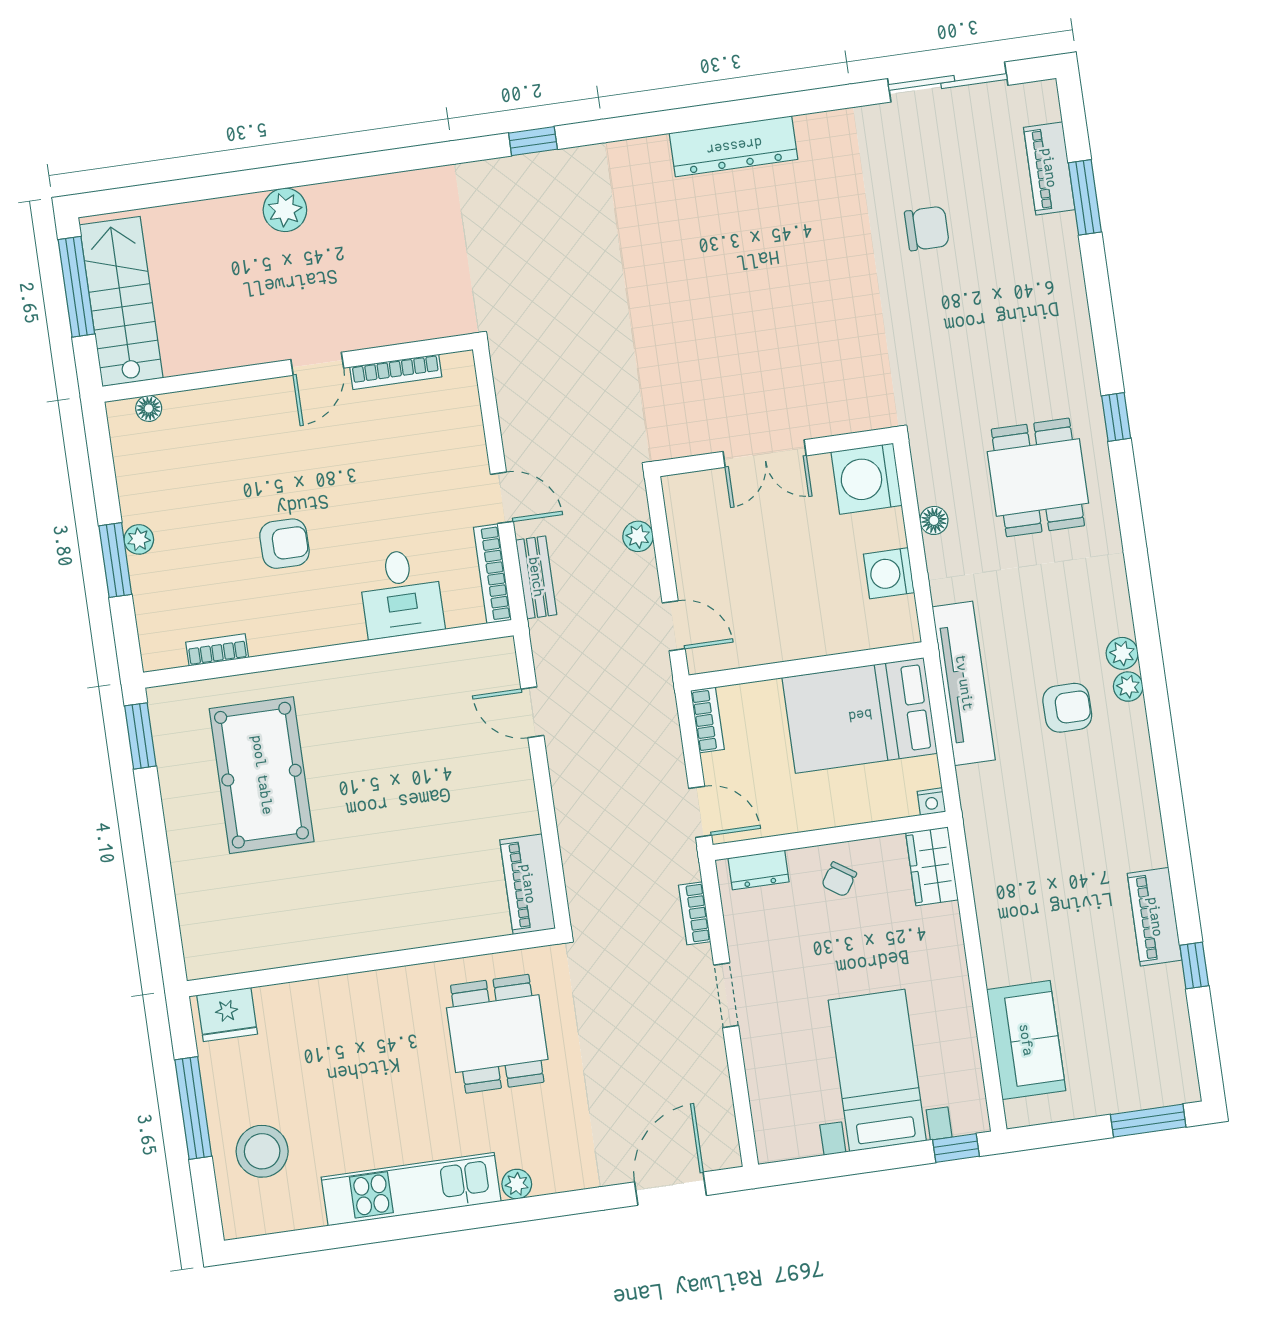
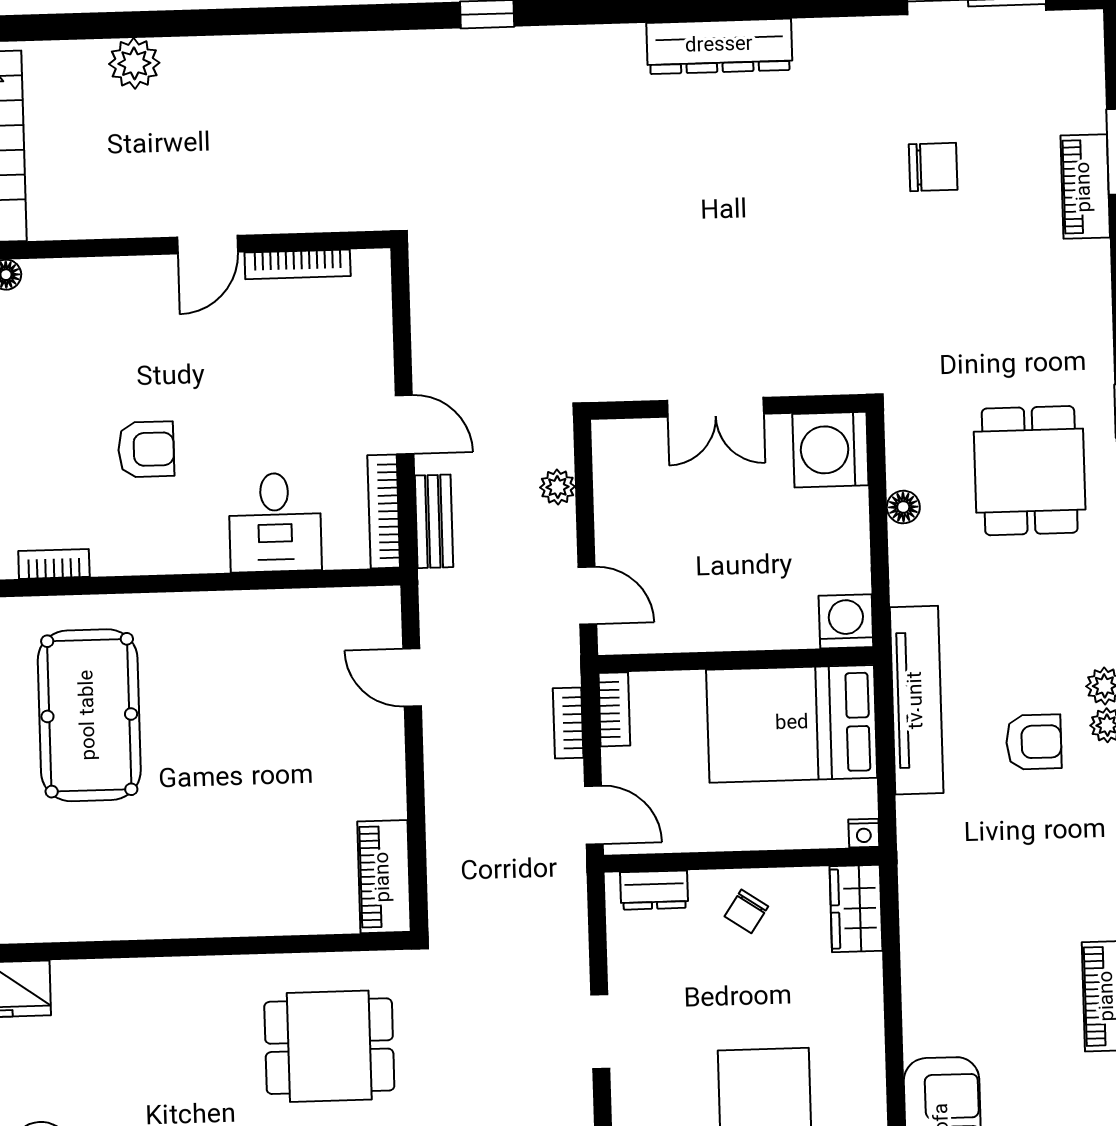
piano: (1049, 168) -> (1085, 187), moved
plant: (285, 210) -> (134, 63), moved
washing machine: (889, 573) -> (846, 621), moved, turned 90
bookcase: (695, 913) -> (568, 723), moved
dining table: (497, 1034) -> (329, 1046), turned 90

